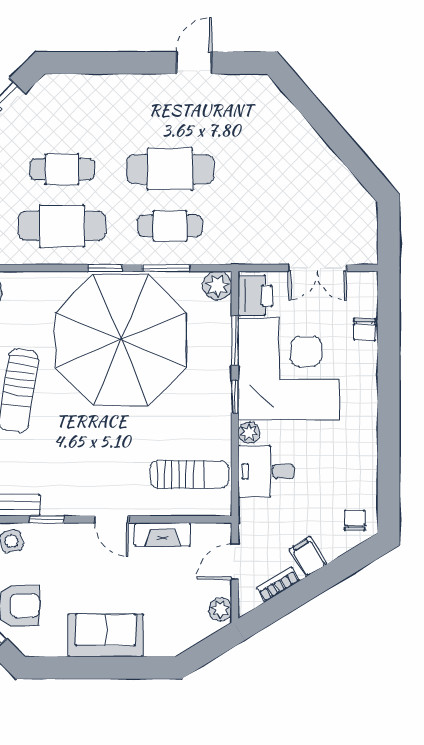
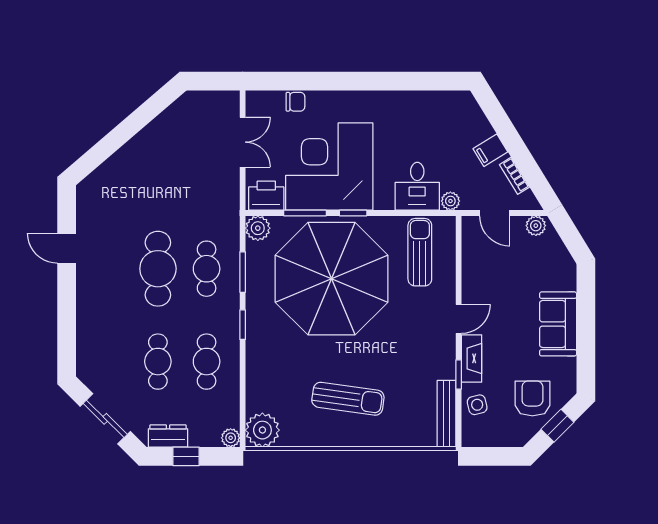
cafe table: (62, 226) -> (207, 362), width x0.73, depth x0.74
parasol: (121, 340) -> (331, 279), moved
plant: (249, 433) -> (450, 201), moved
chair: (355, 520) -> (459, 110), removed
fireplace: (163, 535) -> (472, 358), moved

